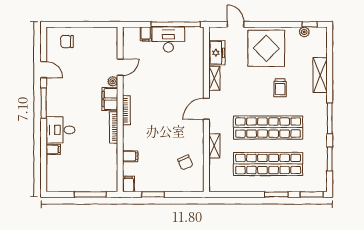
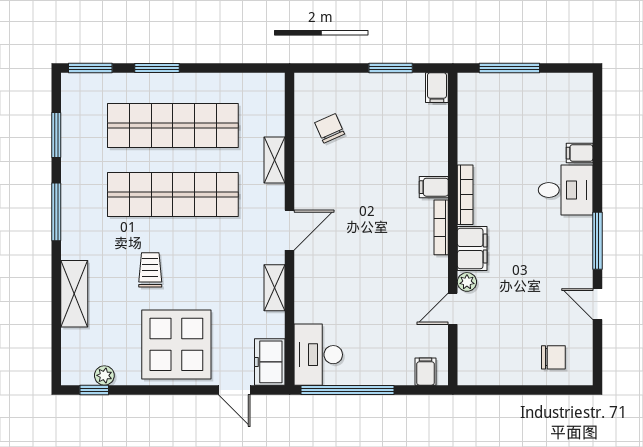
filing cabinet: (146, 34) -> (426, 372), moved
desk: (168, 39) -> (318, 355), moved, turned 90
freezer: (217, 53) -> (270, 362), moved
filing cabinet: (130, 156) -> (434, 187), moved

